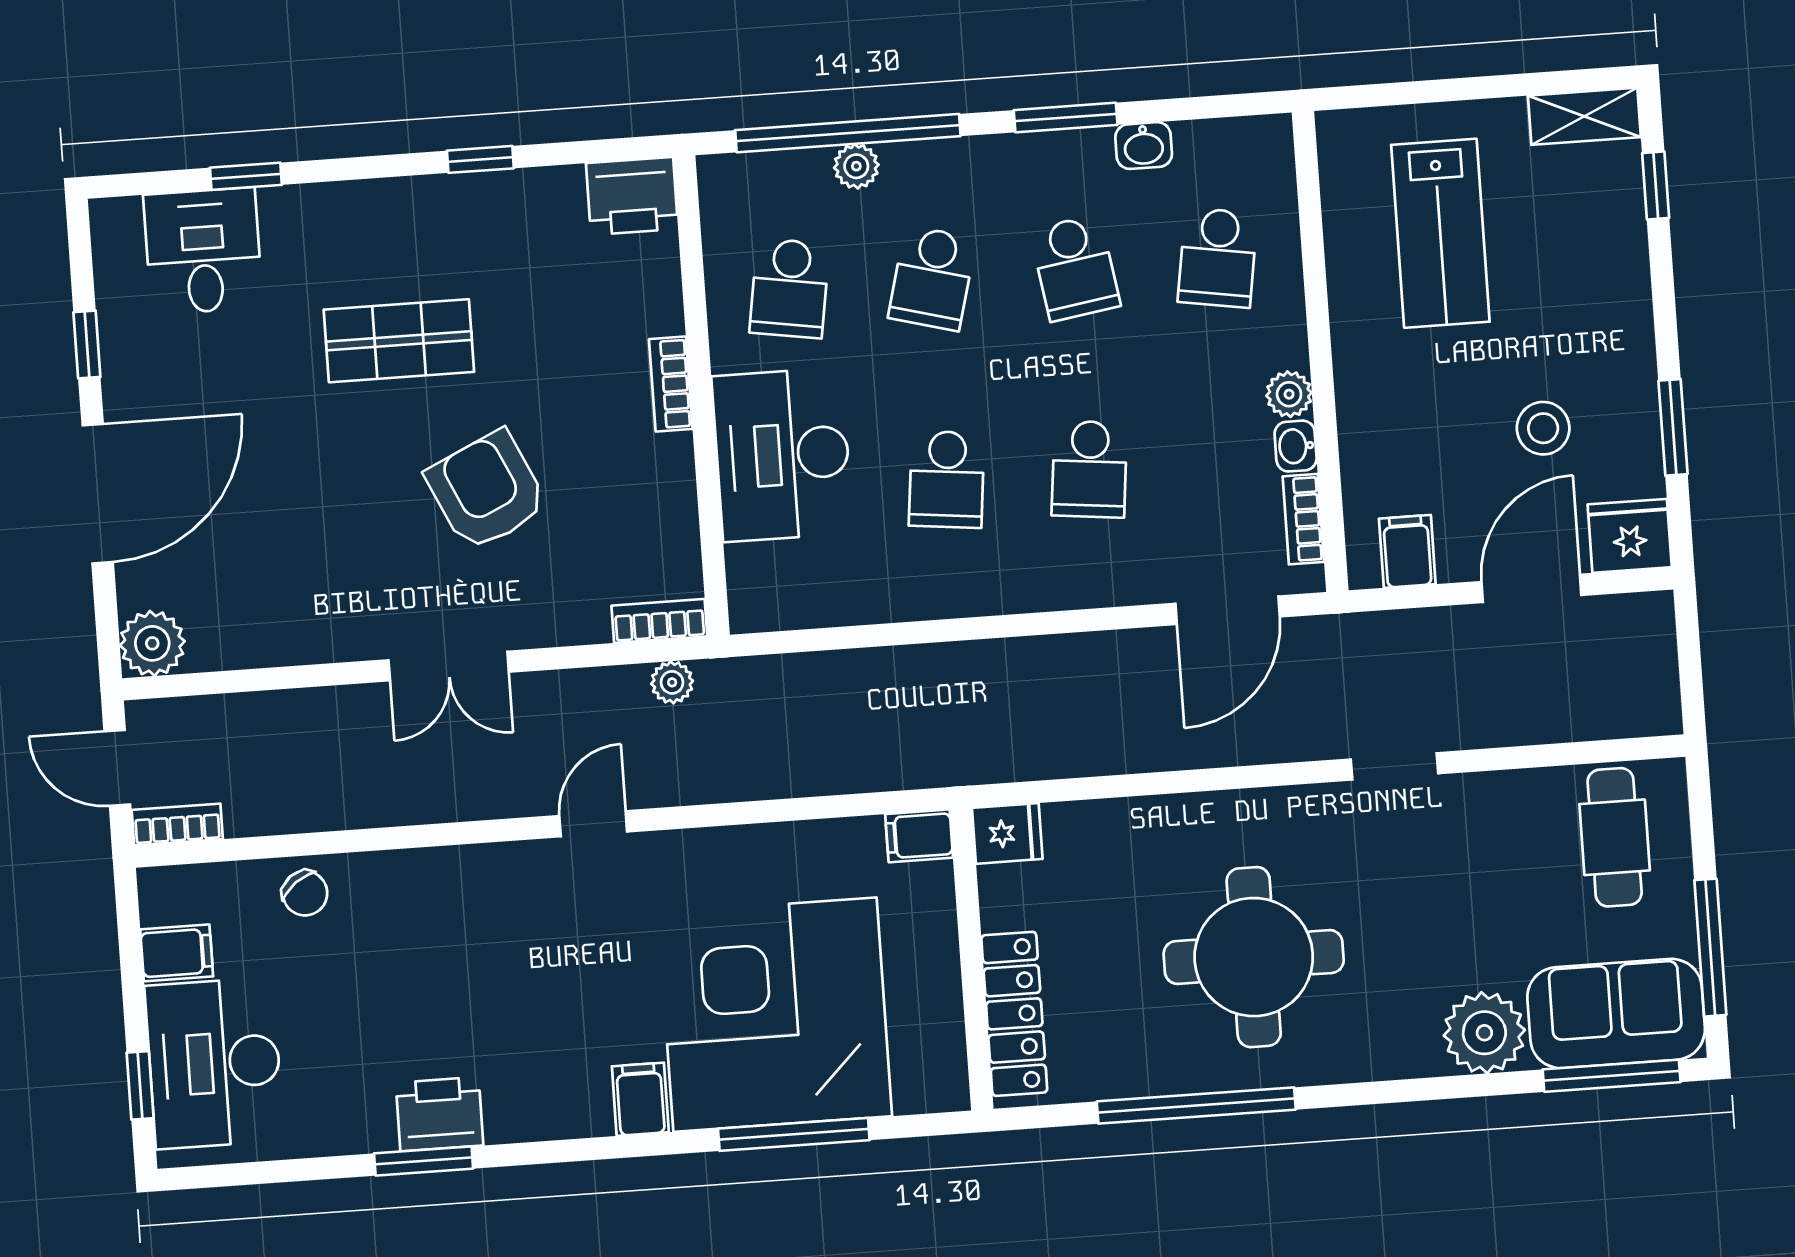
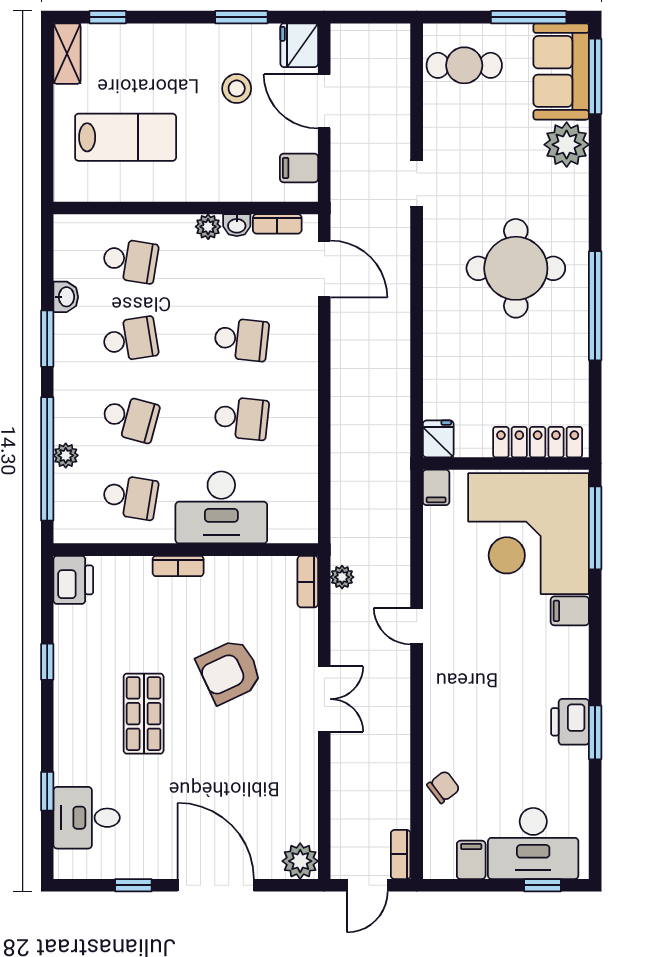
fridge: (1007, 833) -> (438, 439), moved
filing cabinet: (919, 836) -> (436, 487), moved
wall: (971, 959) -> (506, 463), moved
locker: (1014, 1014) -> (538, 442), moved

